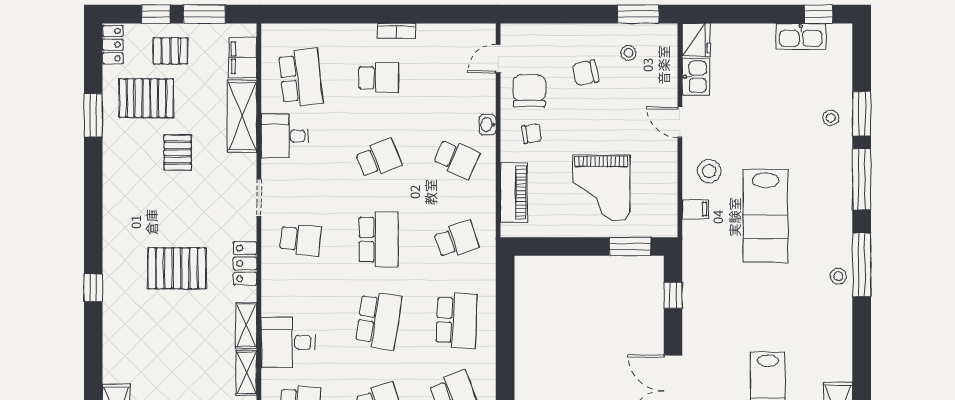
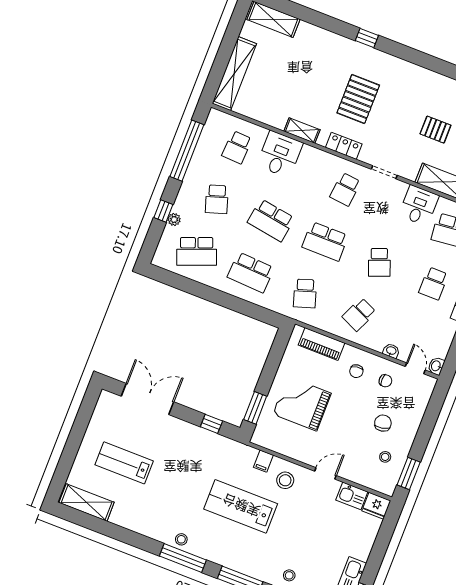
washbasin: (485, 32) -> (436, 366), added
chair: (529, 91) -> (385, 381), width x0.54, depth x0.54
washbasin: (488, 125) -> (391, 351), moved
shelving: (246, 373) -> (270, 118), removed

